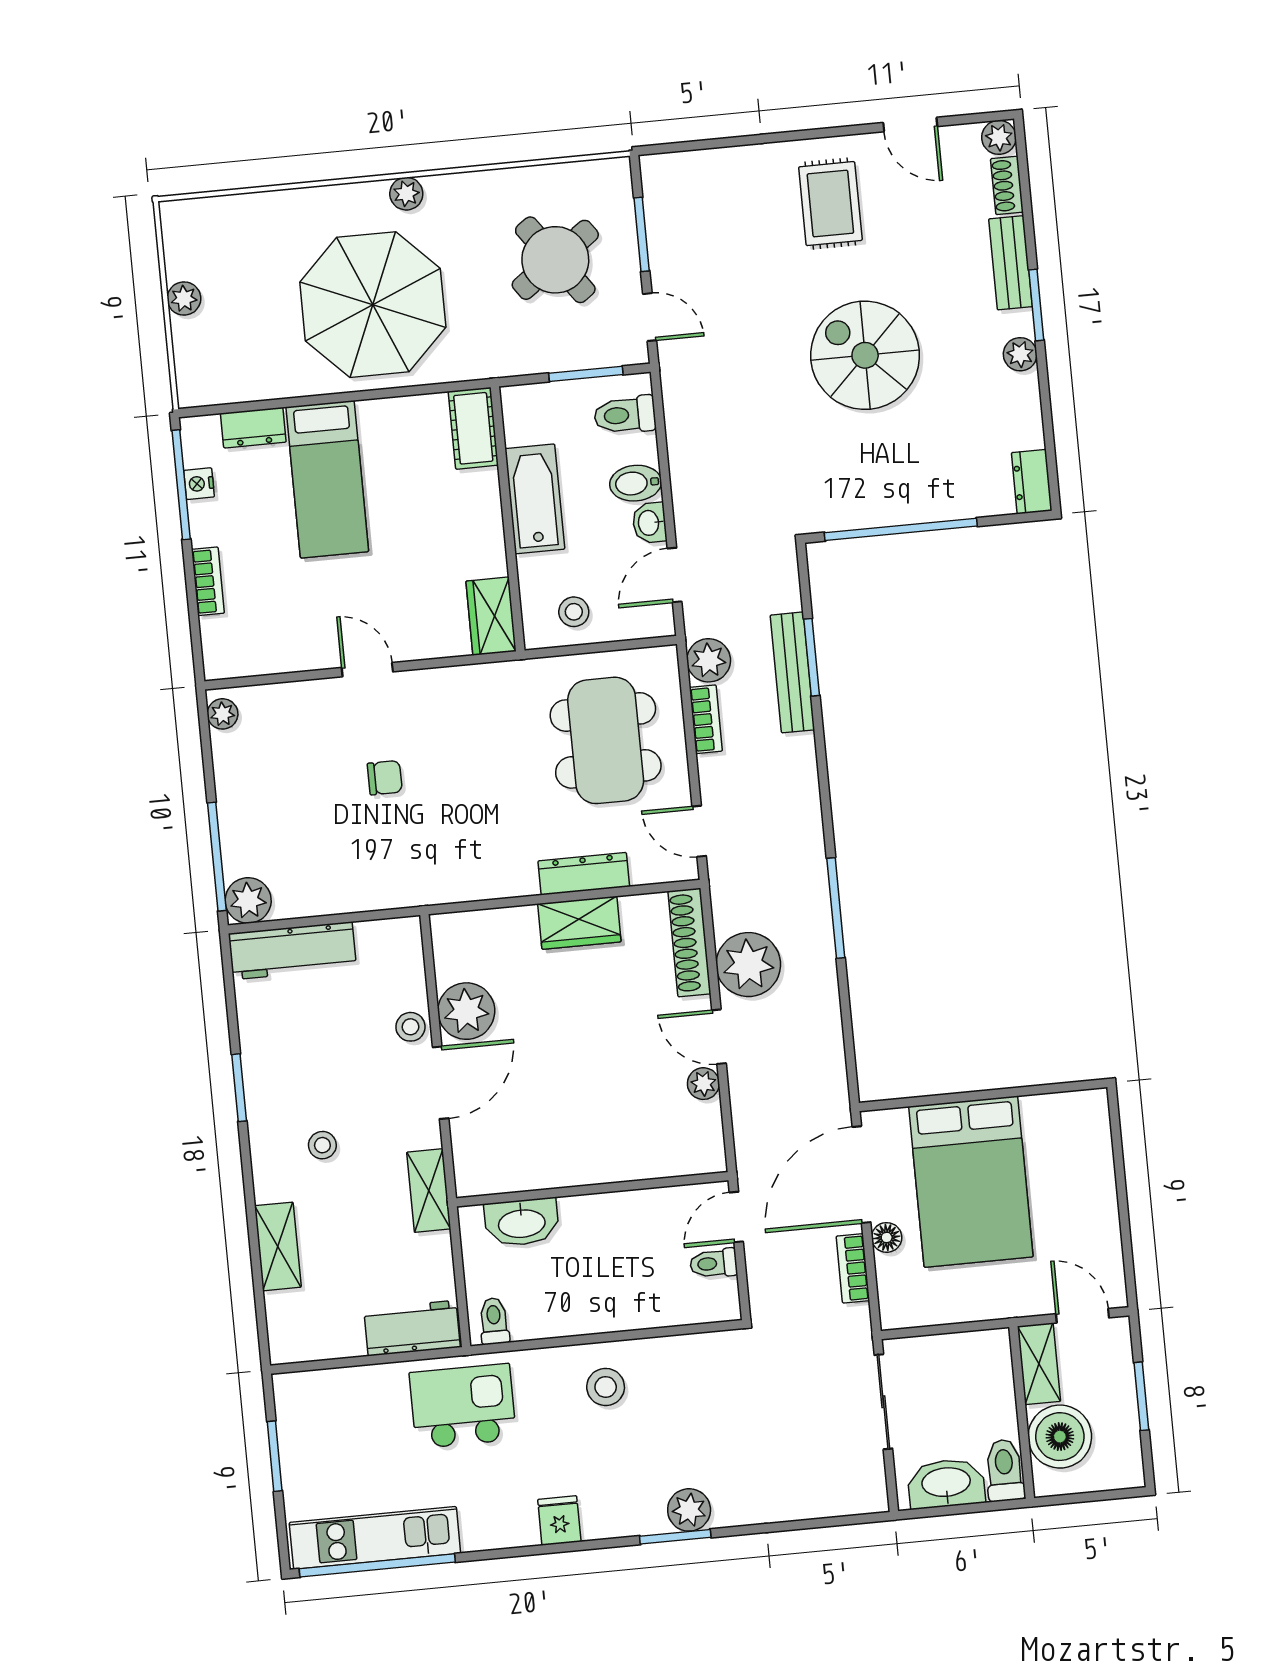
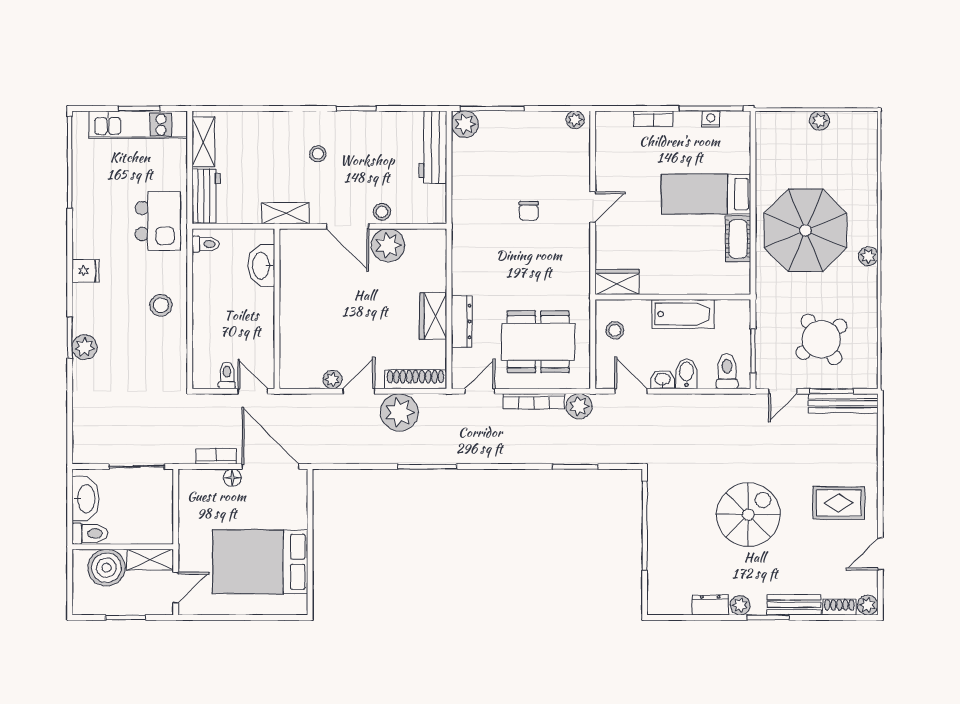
dresser: (253, 428) -> (740, 154), removed
cot: (473, 428) -> (738, 239), moved, turned 90
dresser: (1032, 482) -> (710, 605), moved
bench: (792, 672) -> (843, 403), moved
bookcase: (706, 719) -> (534, 401), width x1.56
bed: (971, 1182) -> (260, 562), moved
shelving: (278, 1246) -> (203, 142), moved, turned 90
kitchen unit: (375, 1538) -> (138, 125), moved, turned 90

